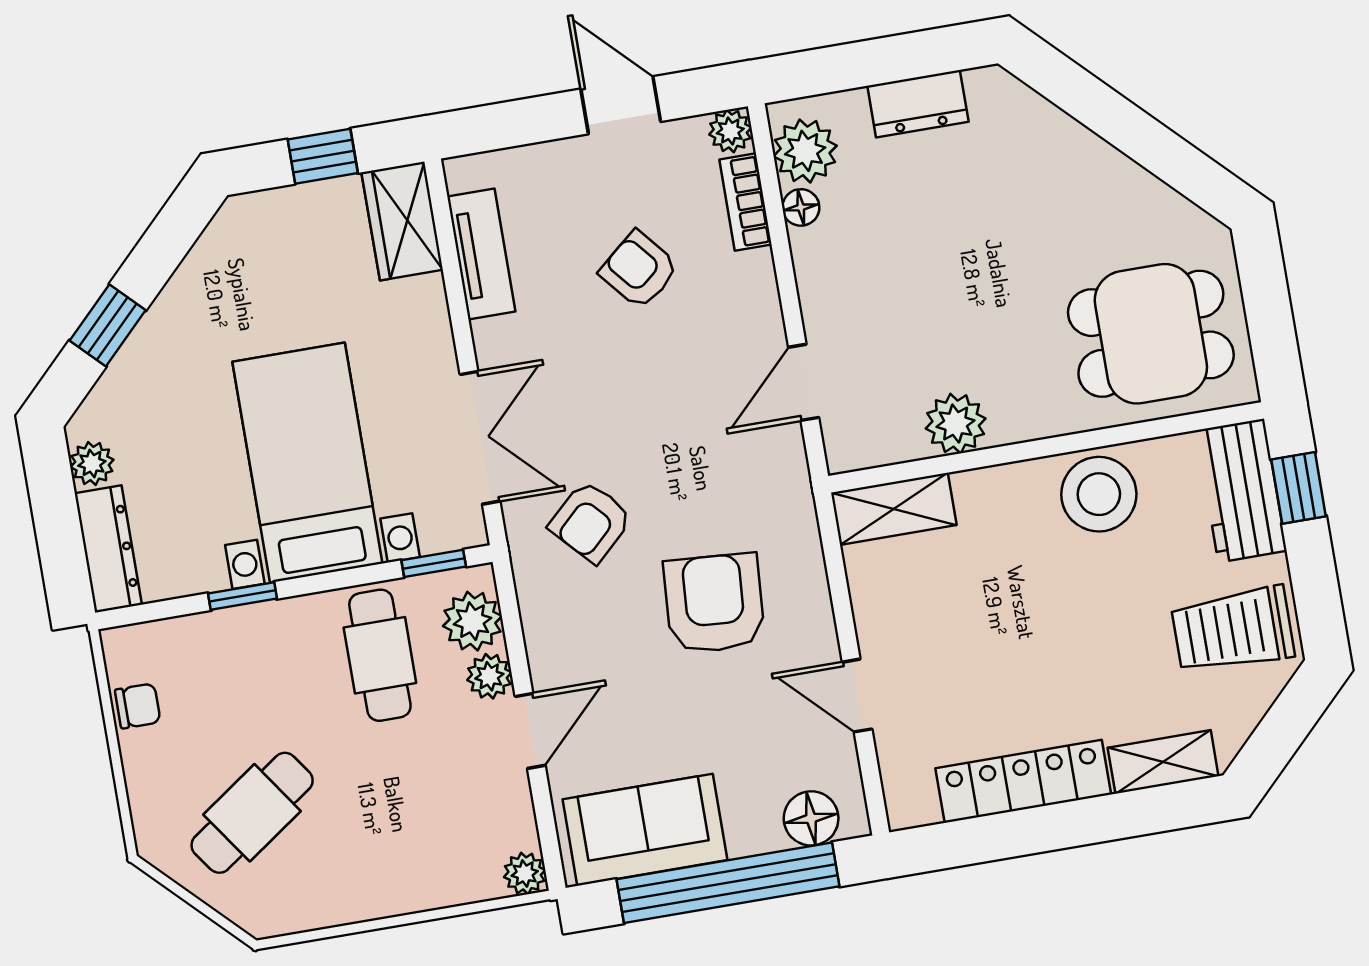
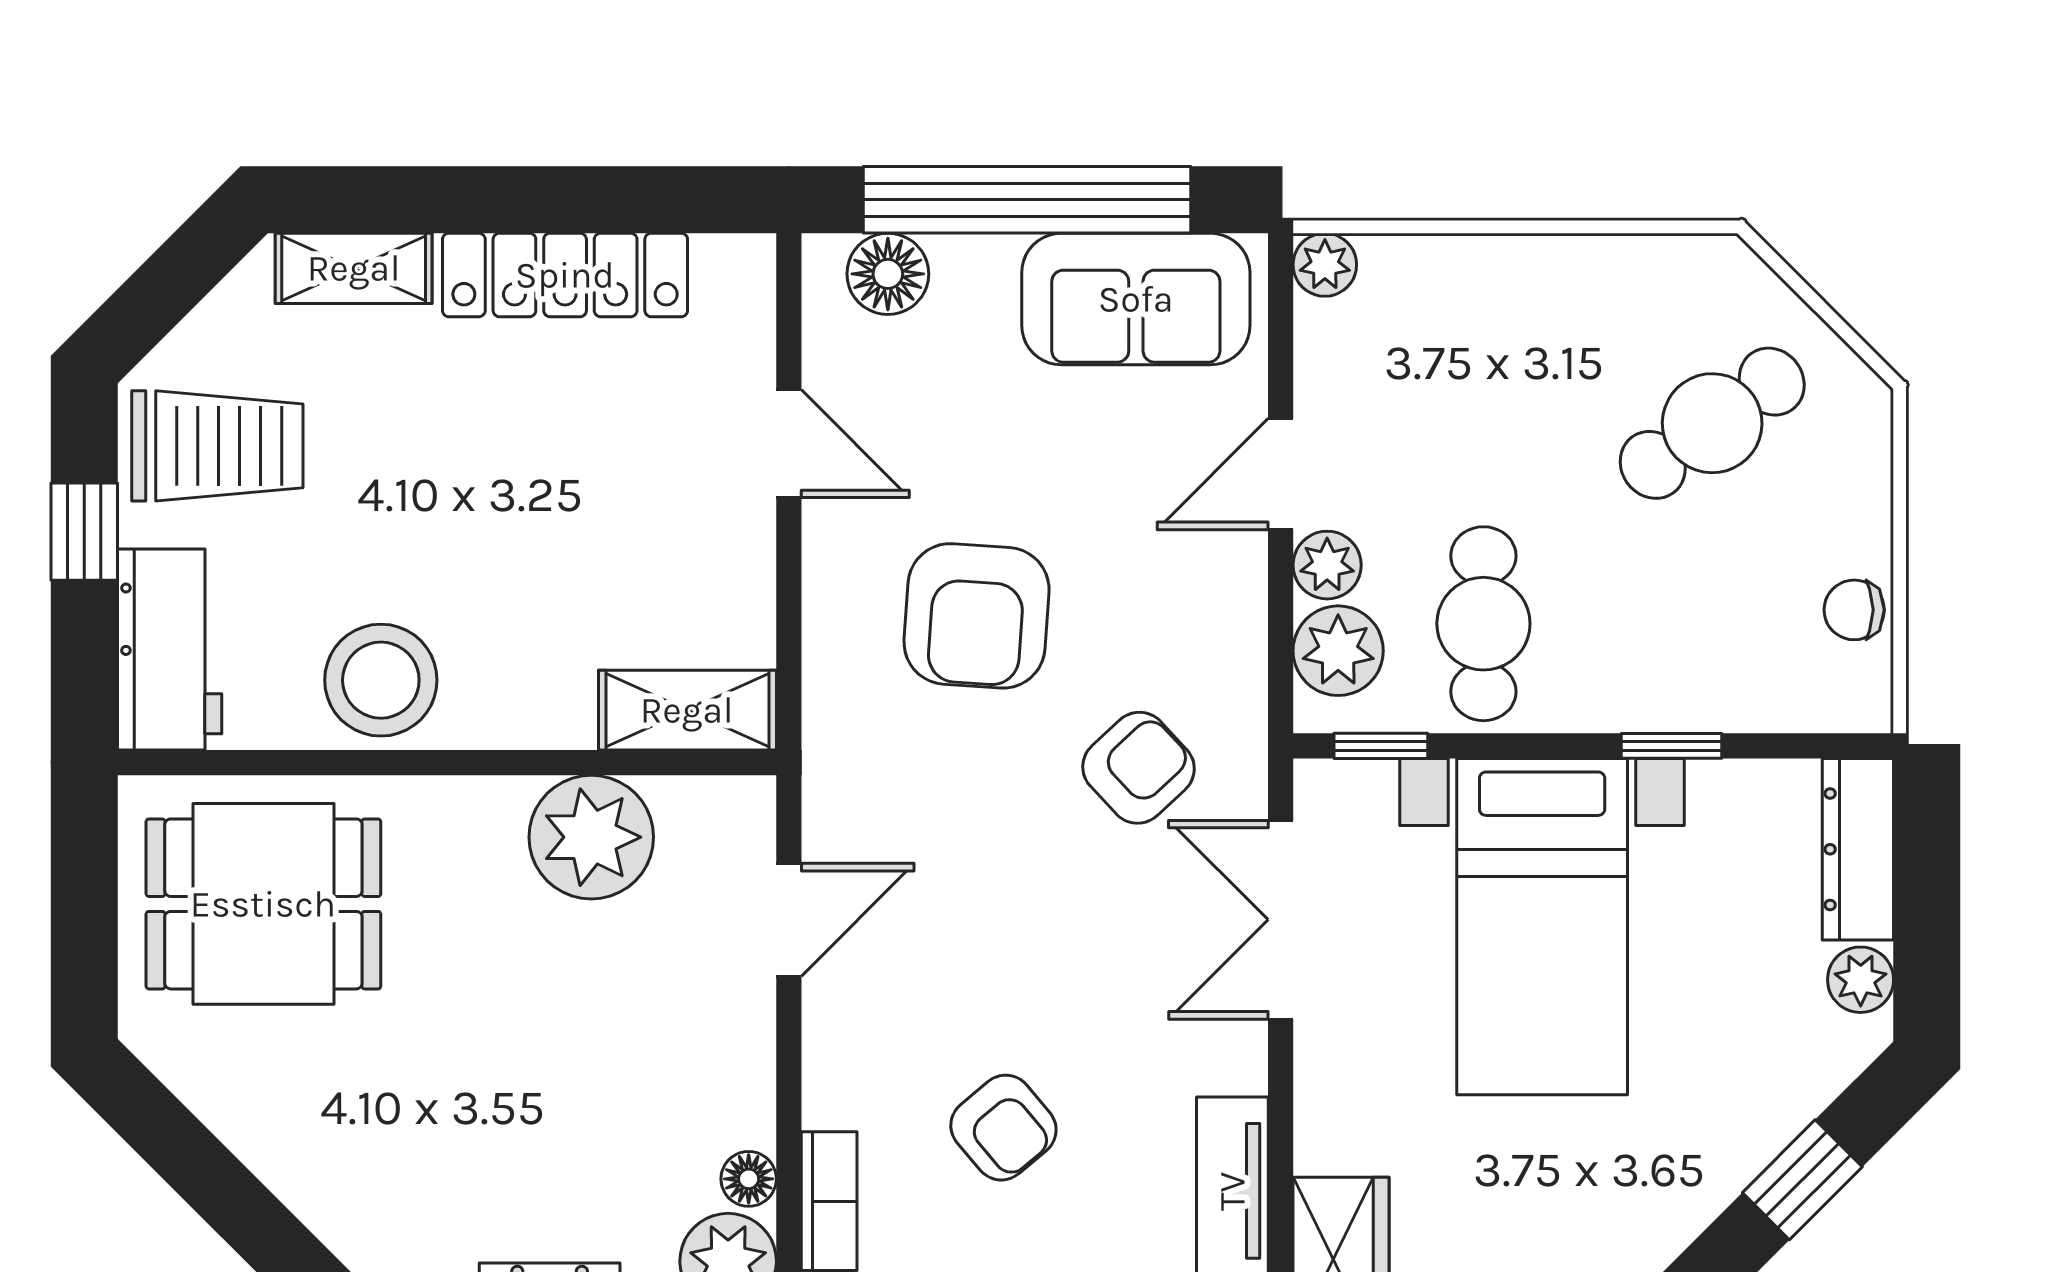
plant: (956, 424) -> (591, 837), width x1.36, depth x1.36
window: (1299, 488) -> (84, 532), moved

